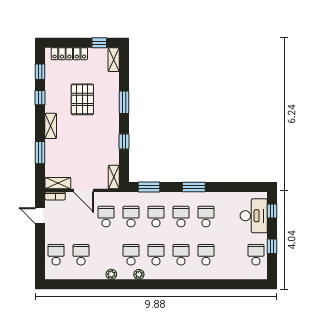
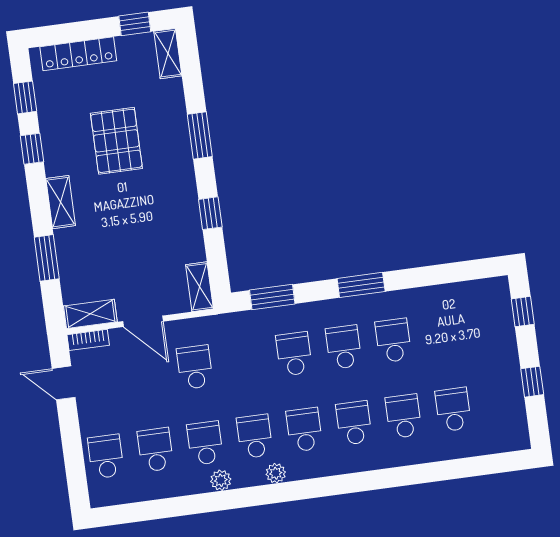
desk: (254, 216) -> (488, 326), removed
school desk: (131, 217) -> (205, 443), moved
school desk: (256, 255) -> (453, 410), moved

